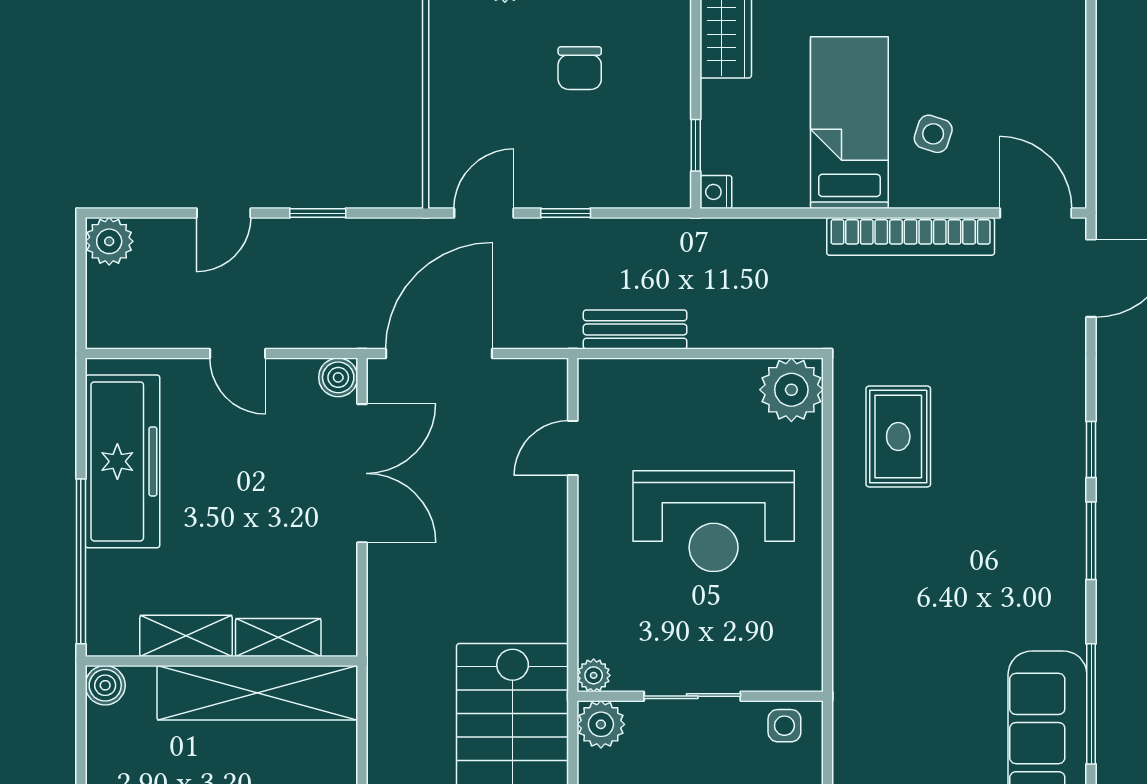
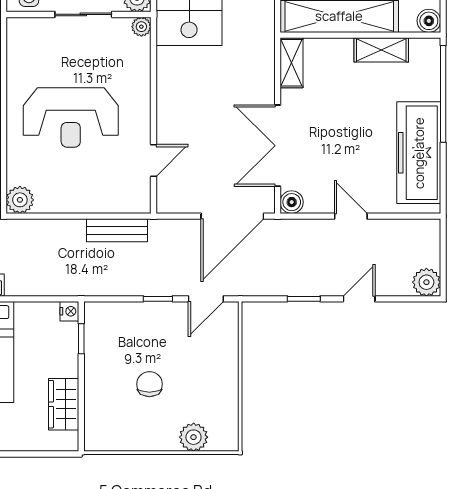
plant: (791, 390) -> (20, 200), width x0.73, depth x0.73
reception desk: (714, 521) -> (71, 117), turned 180
shelving: (278, 637) -> (292, 63), moved, turned 90

